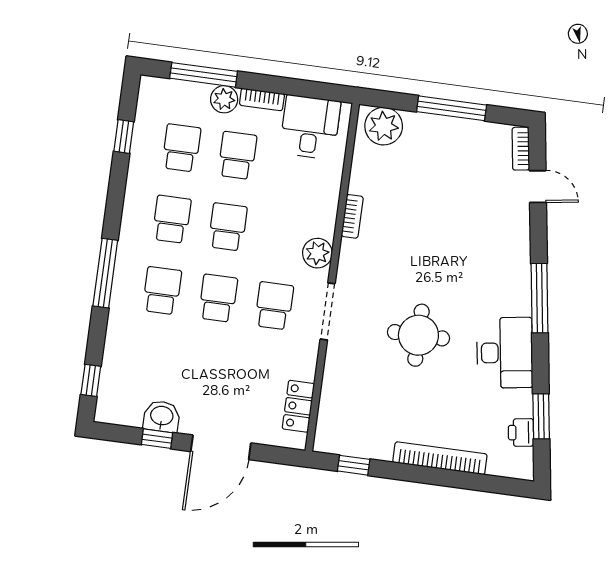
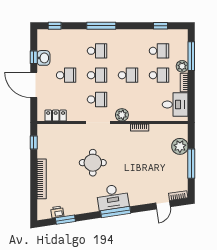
plant: (384, 126) -> (180, 146), moved
school desk: (172, 219) -> (66, 75), moved
desk: (505, 353) -> (113, 197), moved

